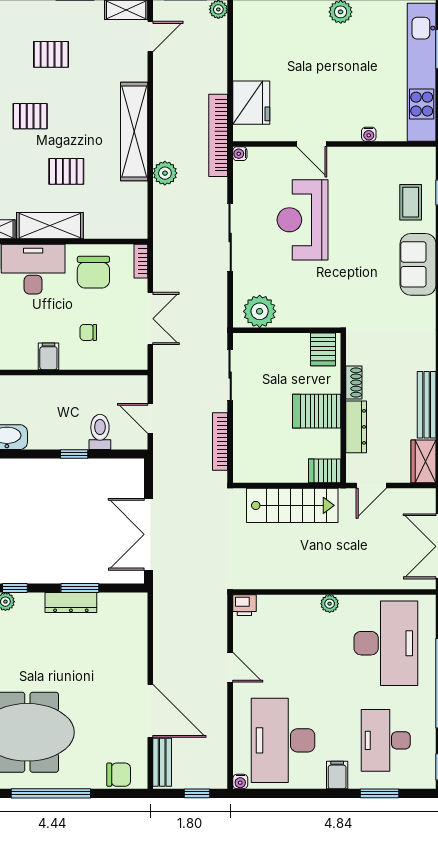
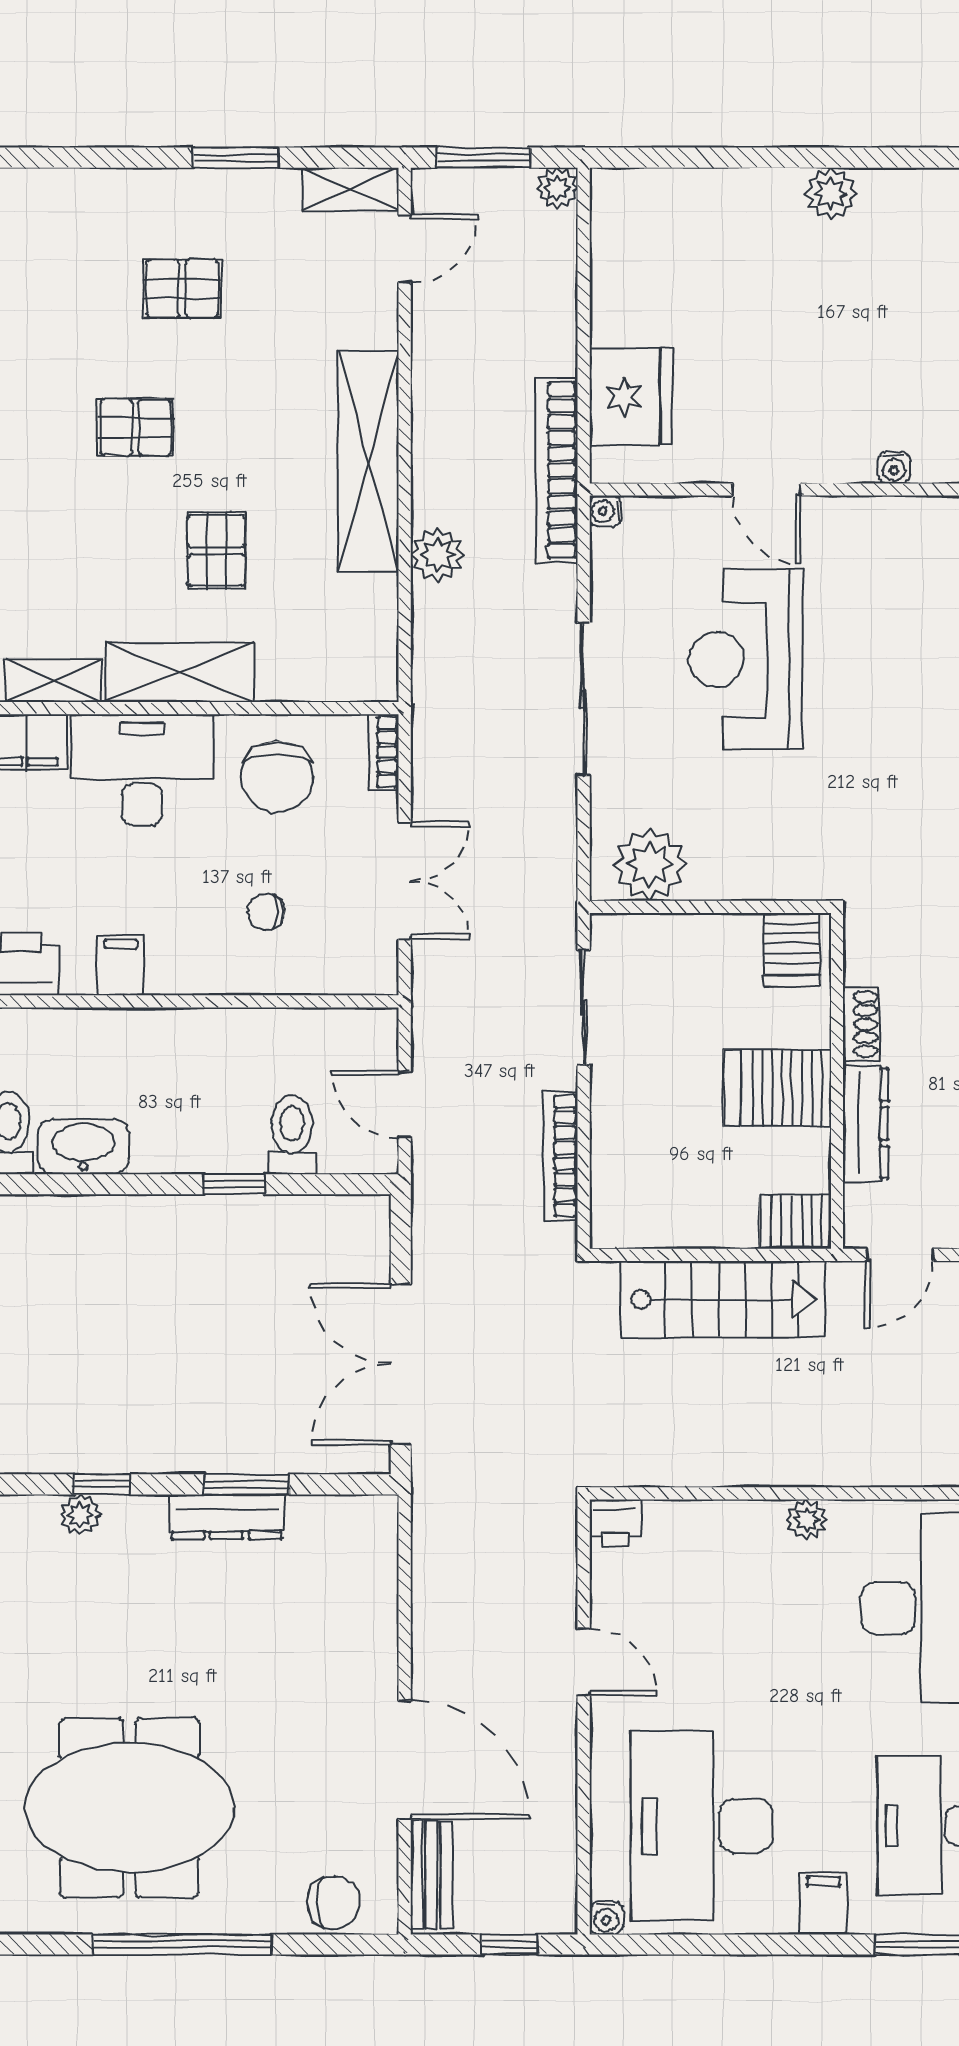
pallet: (66, 171) -> (216, 551), turned 90
filing cabinet: (48, 356) -> (121, 965), moved

